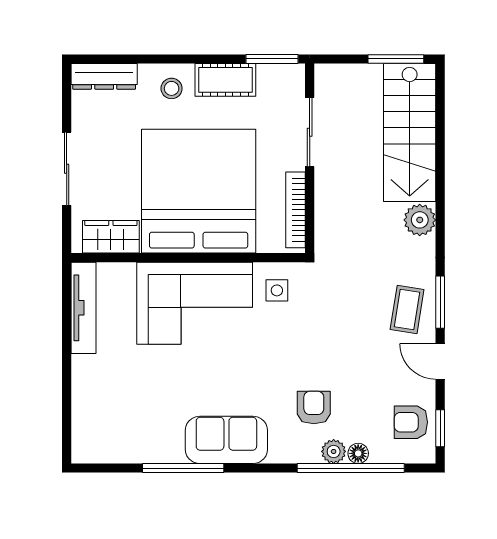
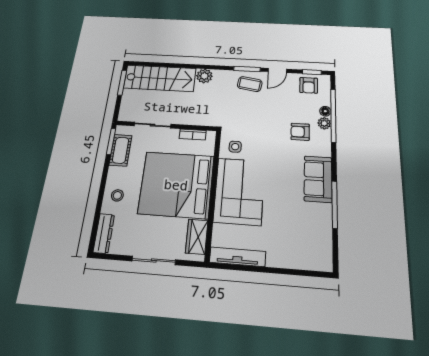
cot: (225, 80) -> (121, 150), moved
bookcase: (296, 210) -> (193, 135), width x0.64

